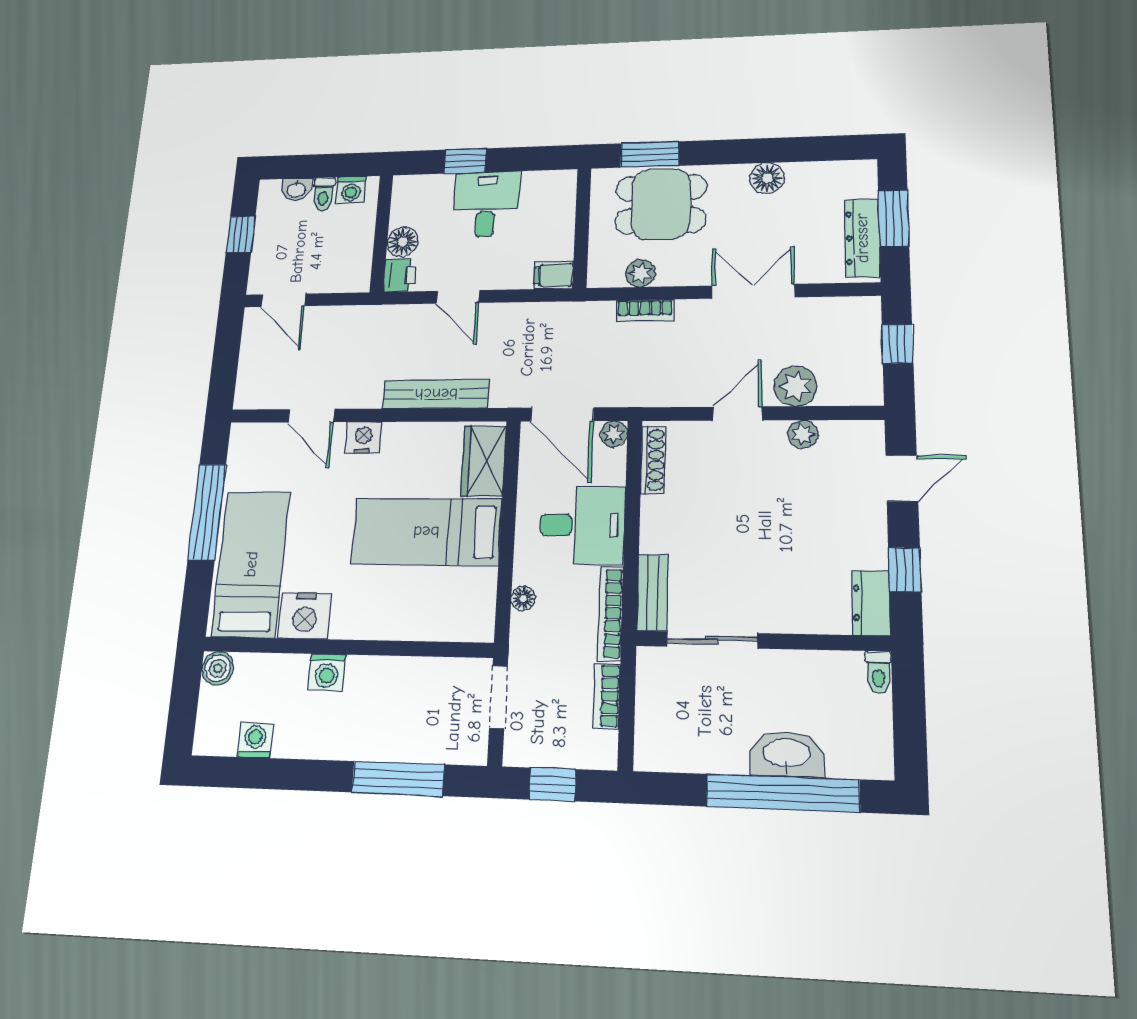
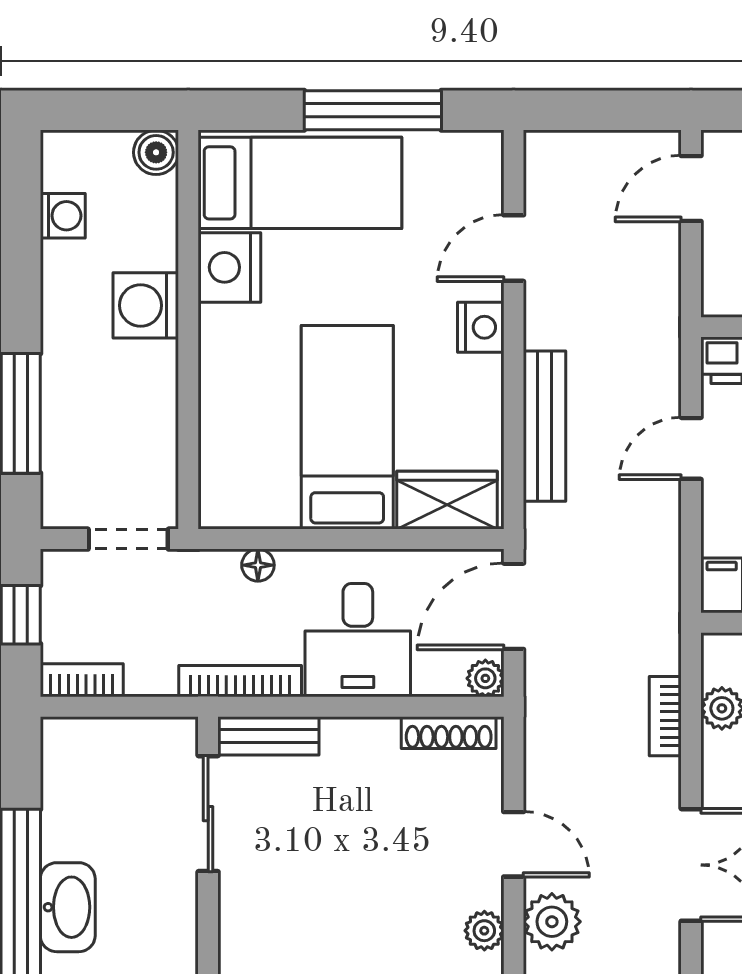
washing machine: (327, 672) -> (146, 305), width x1.38, depth x1.38
bookcase: (607, 696) -> (82, 680), moved

